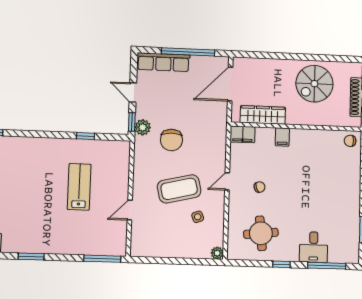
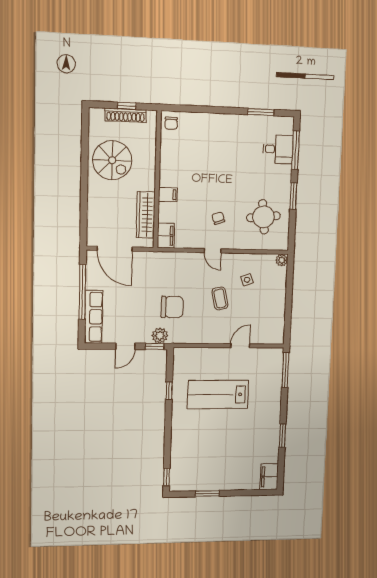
lab bench: (79, 187) -> (218, 394), width x1.36, depth x1.39
coffee table: (179, 189) -> (220, 298), width x0.54, depth x0.58
door: (130, 210) -> (240, 346), swing flipped
desk: (314, 247) -> (278, 149), moved
window: (281, 264) -> (293, 196), width x1.50

